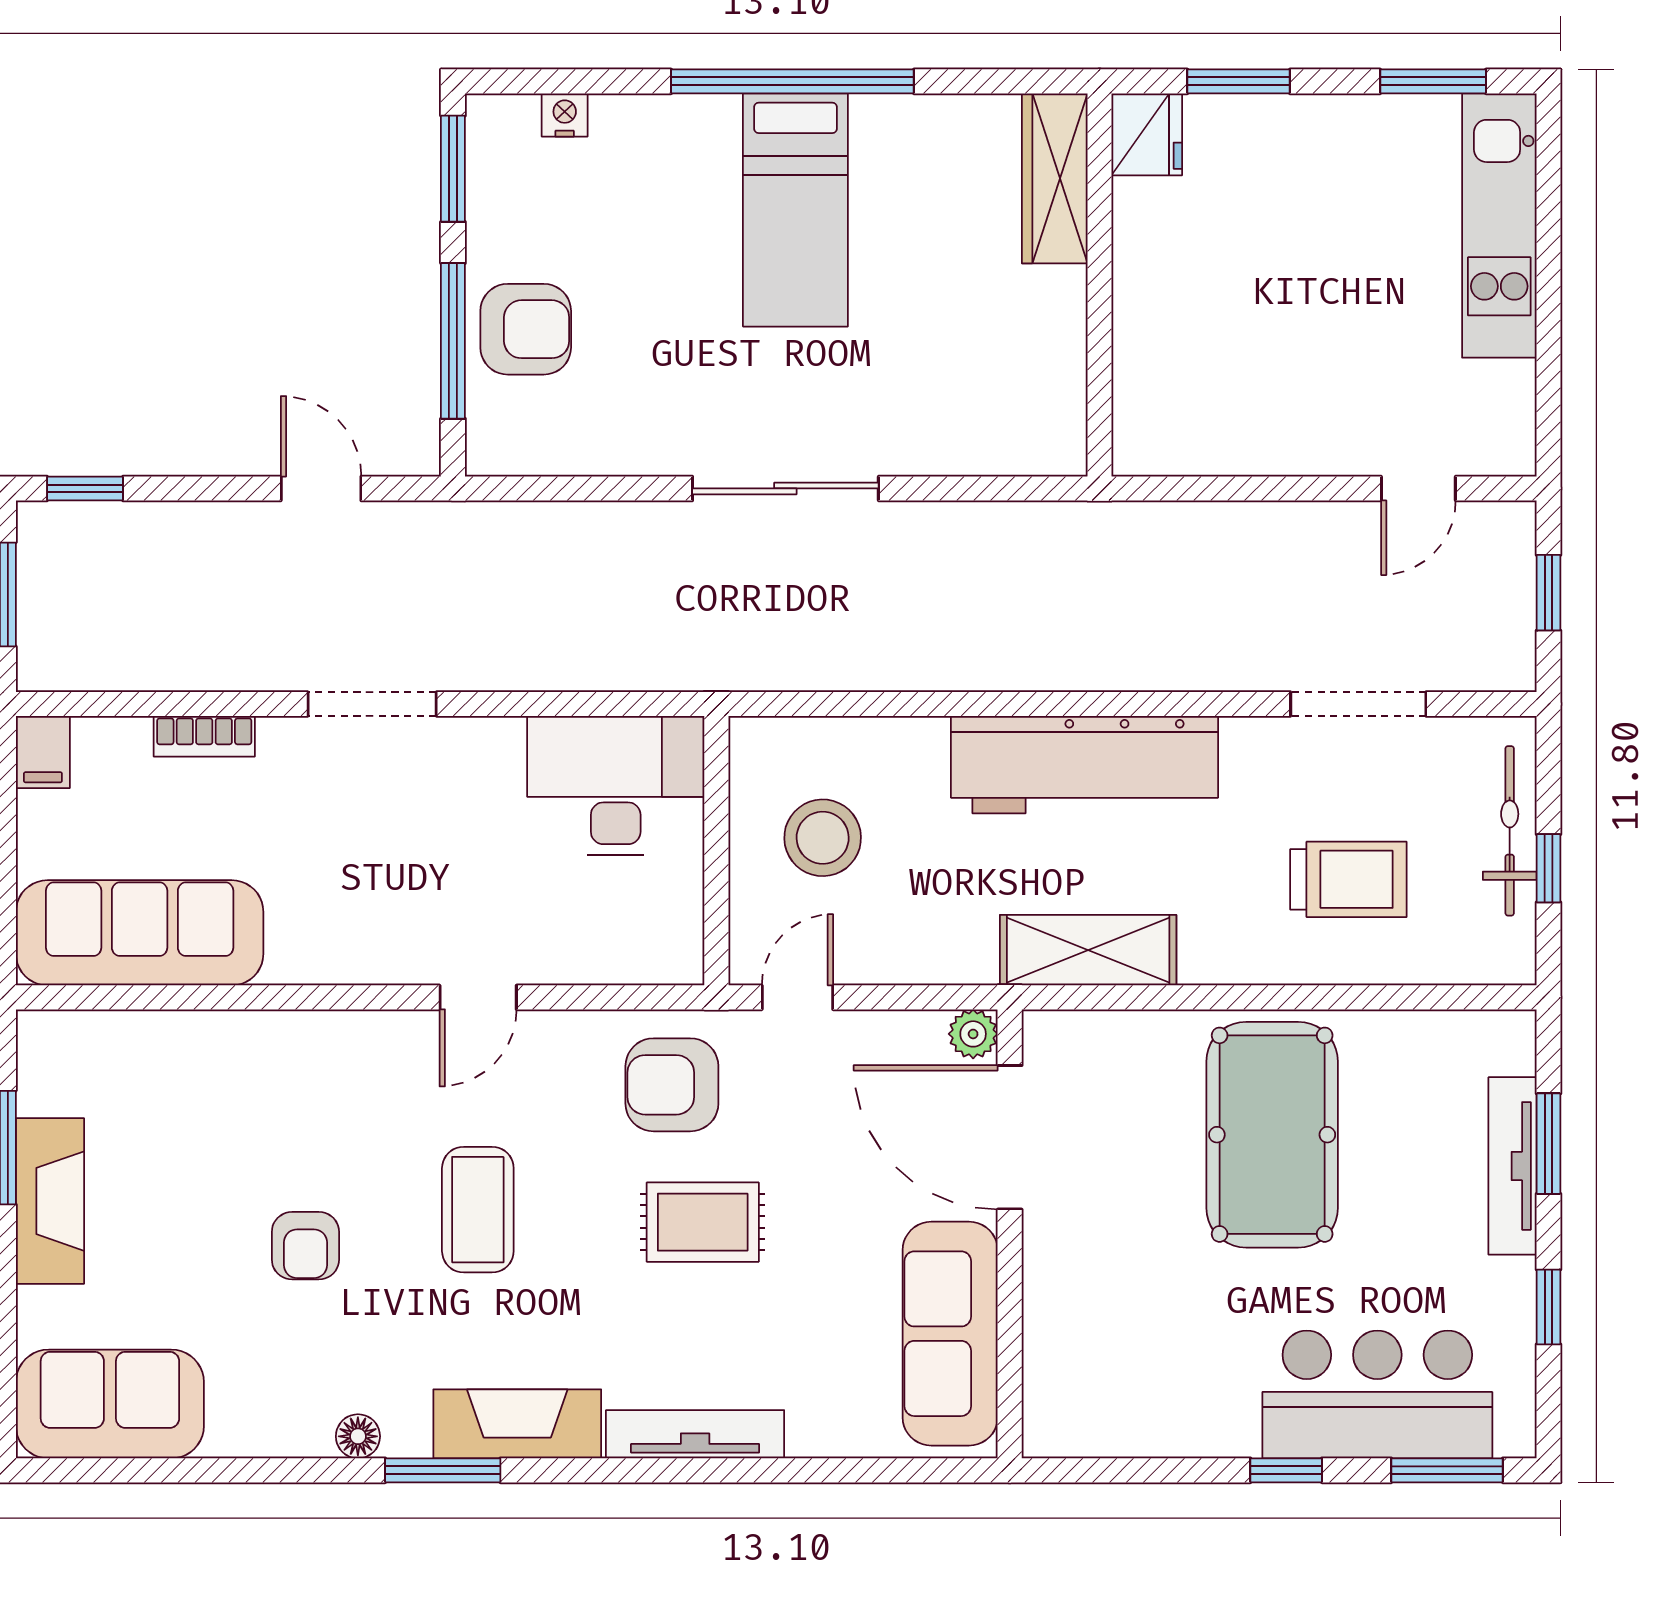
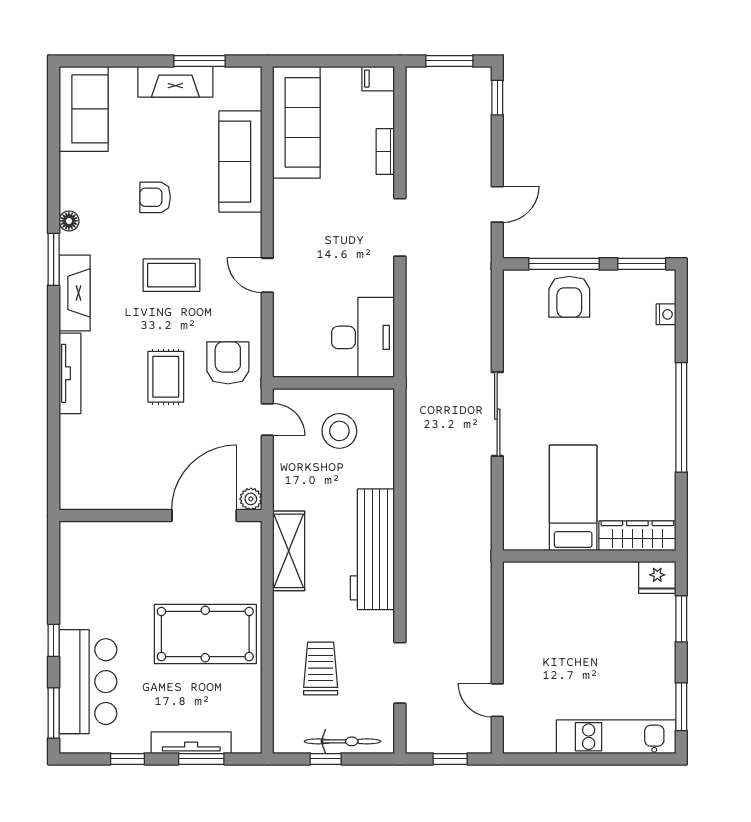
bed: (795, 210) -> (573, 498), moved, turned 90
trolley: (1348, 879) -> (321, 668), turned 180
sofa: (950, 1334) -> (240, 162), moved, turned -90

